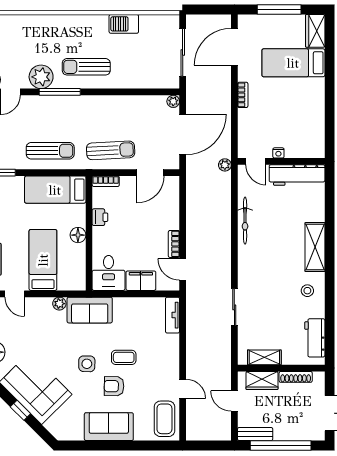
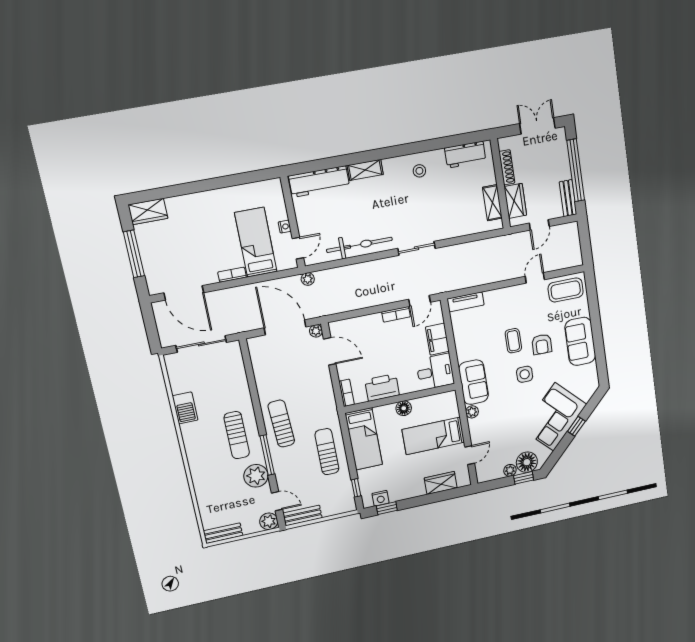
bed: (293, 63) -> (256, 242), moved, turned 180
plant: (173, 101) -> (316, 331), moved
sun lounger: (111, 150) -> (281, 424), moved
workbench: (297, 175) -> (319, 182), moved, turned 90
printer: (100, 217) -> (382, 388), width x1.87, depth x1.48
bicycle: (245, 221) -> (359, 245), width x1.37, depth x1.40
shelving: (315, 247) -> (365, 170), width x0.67, depth x0.75
sliding door: (234, 307) -> (417, 248), moved

